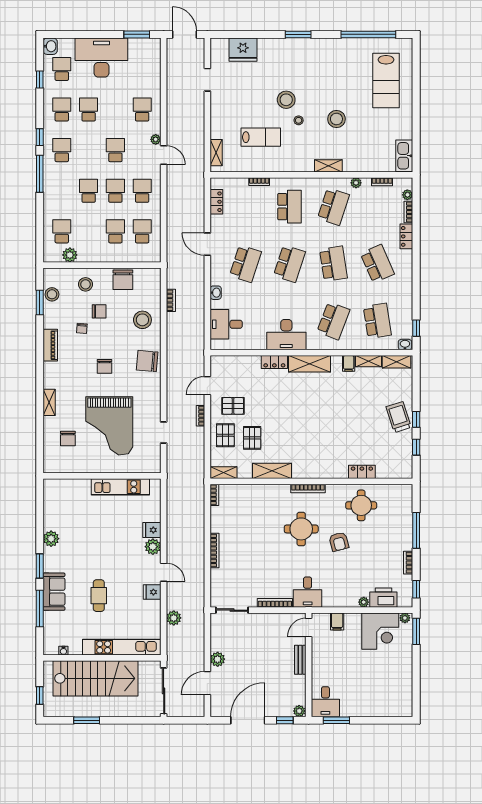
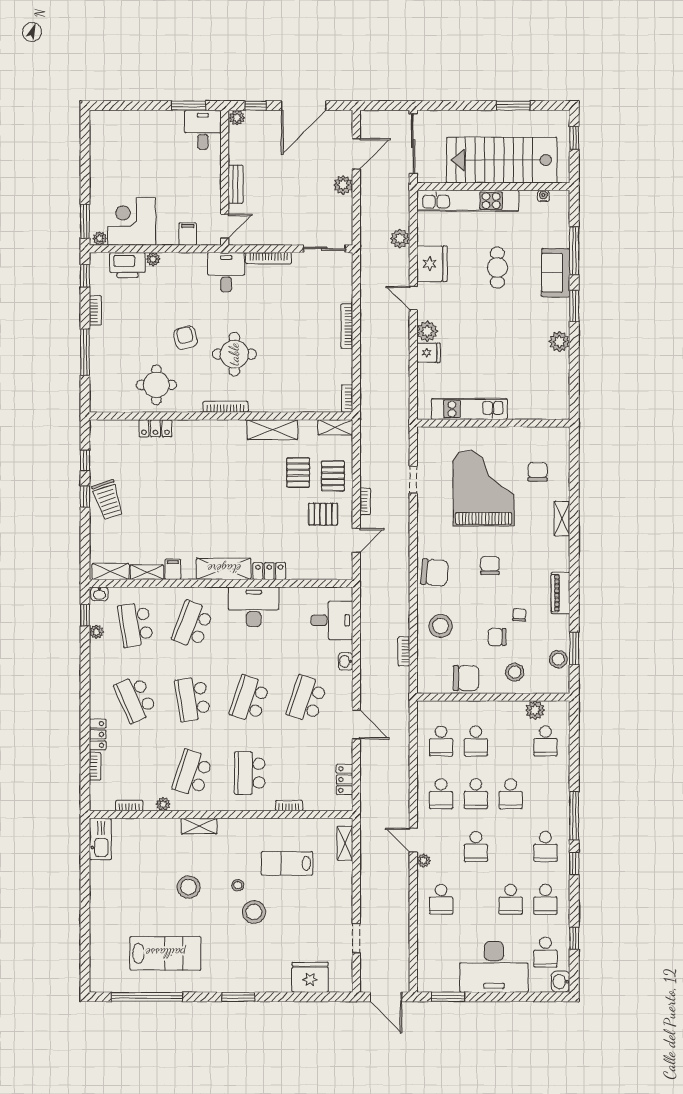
lab bench: (386, 81) -> (165, 953), moved, turned 90
plant: (407, 195) -> (96, 632), moved
chair: (123, 280) -> (466, 678), turned 90
fridge: (152, 592) -> (432, 264), width x1.88, depth x1.34

